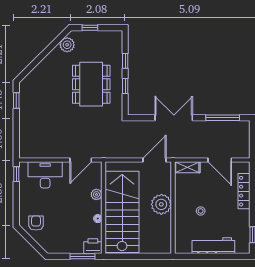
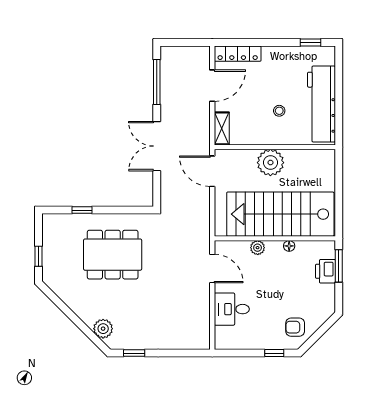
plant: (67, 45) -> (103, 329), moved
window: (125, 86) -> (115, 210), removed
window: (16, 174) -> (274, 353), moved
desk: (45, 175) -> (232, 309), width x0.73
locker: (244, 191) -> (238, 54), moved
printer: (93, 246) -> (325, 271), moved
workbench: (213, 246) -> (321, 104), width x1.36, depth x1.32

